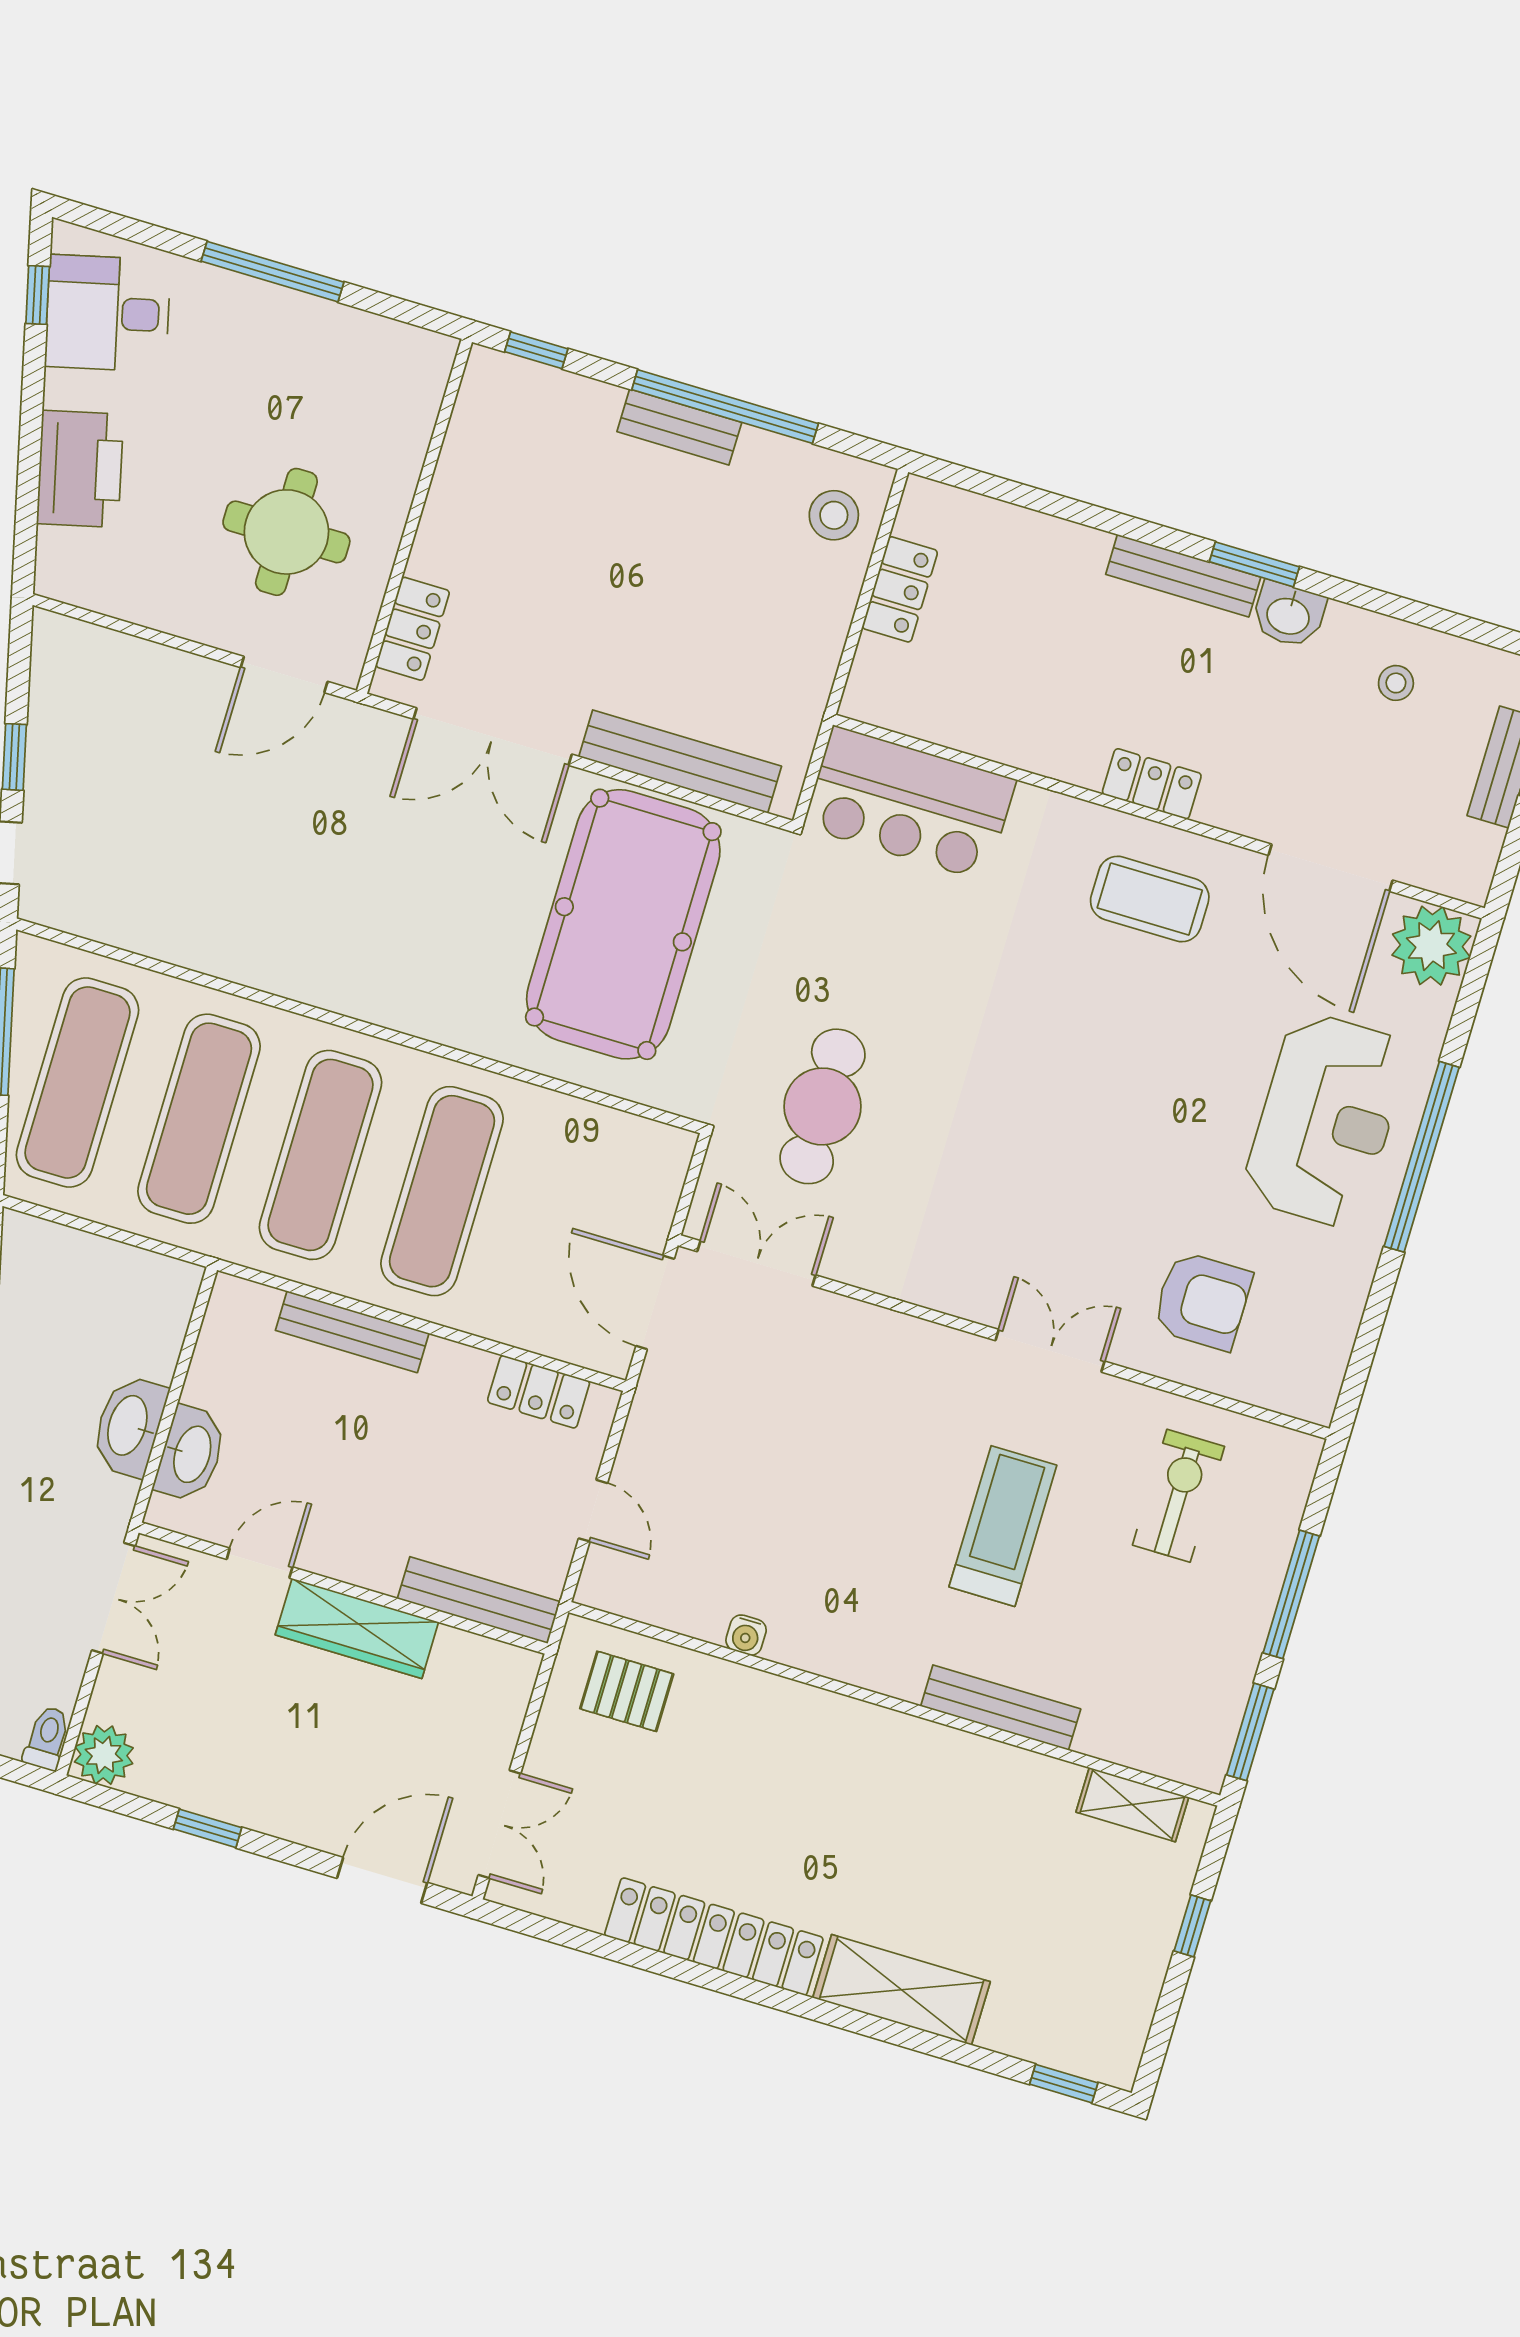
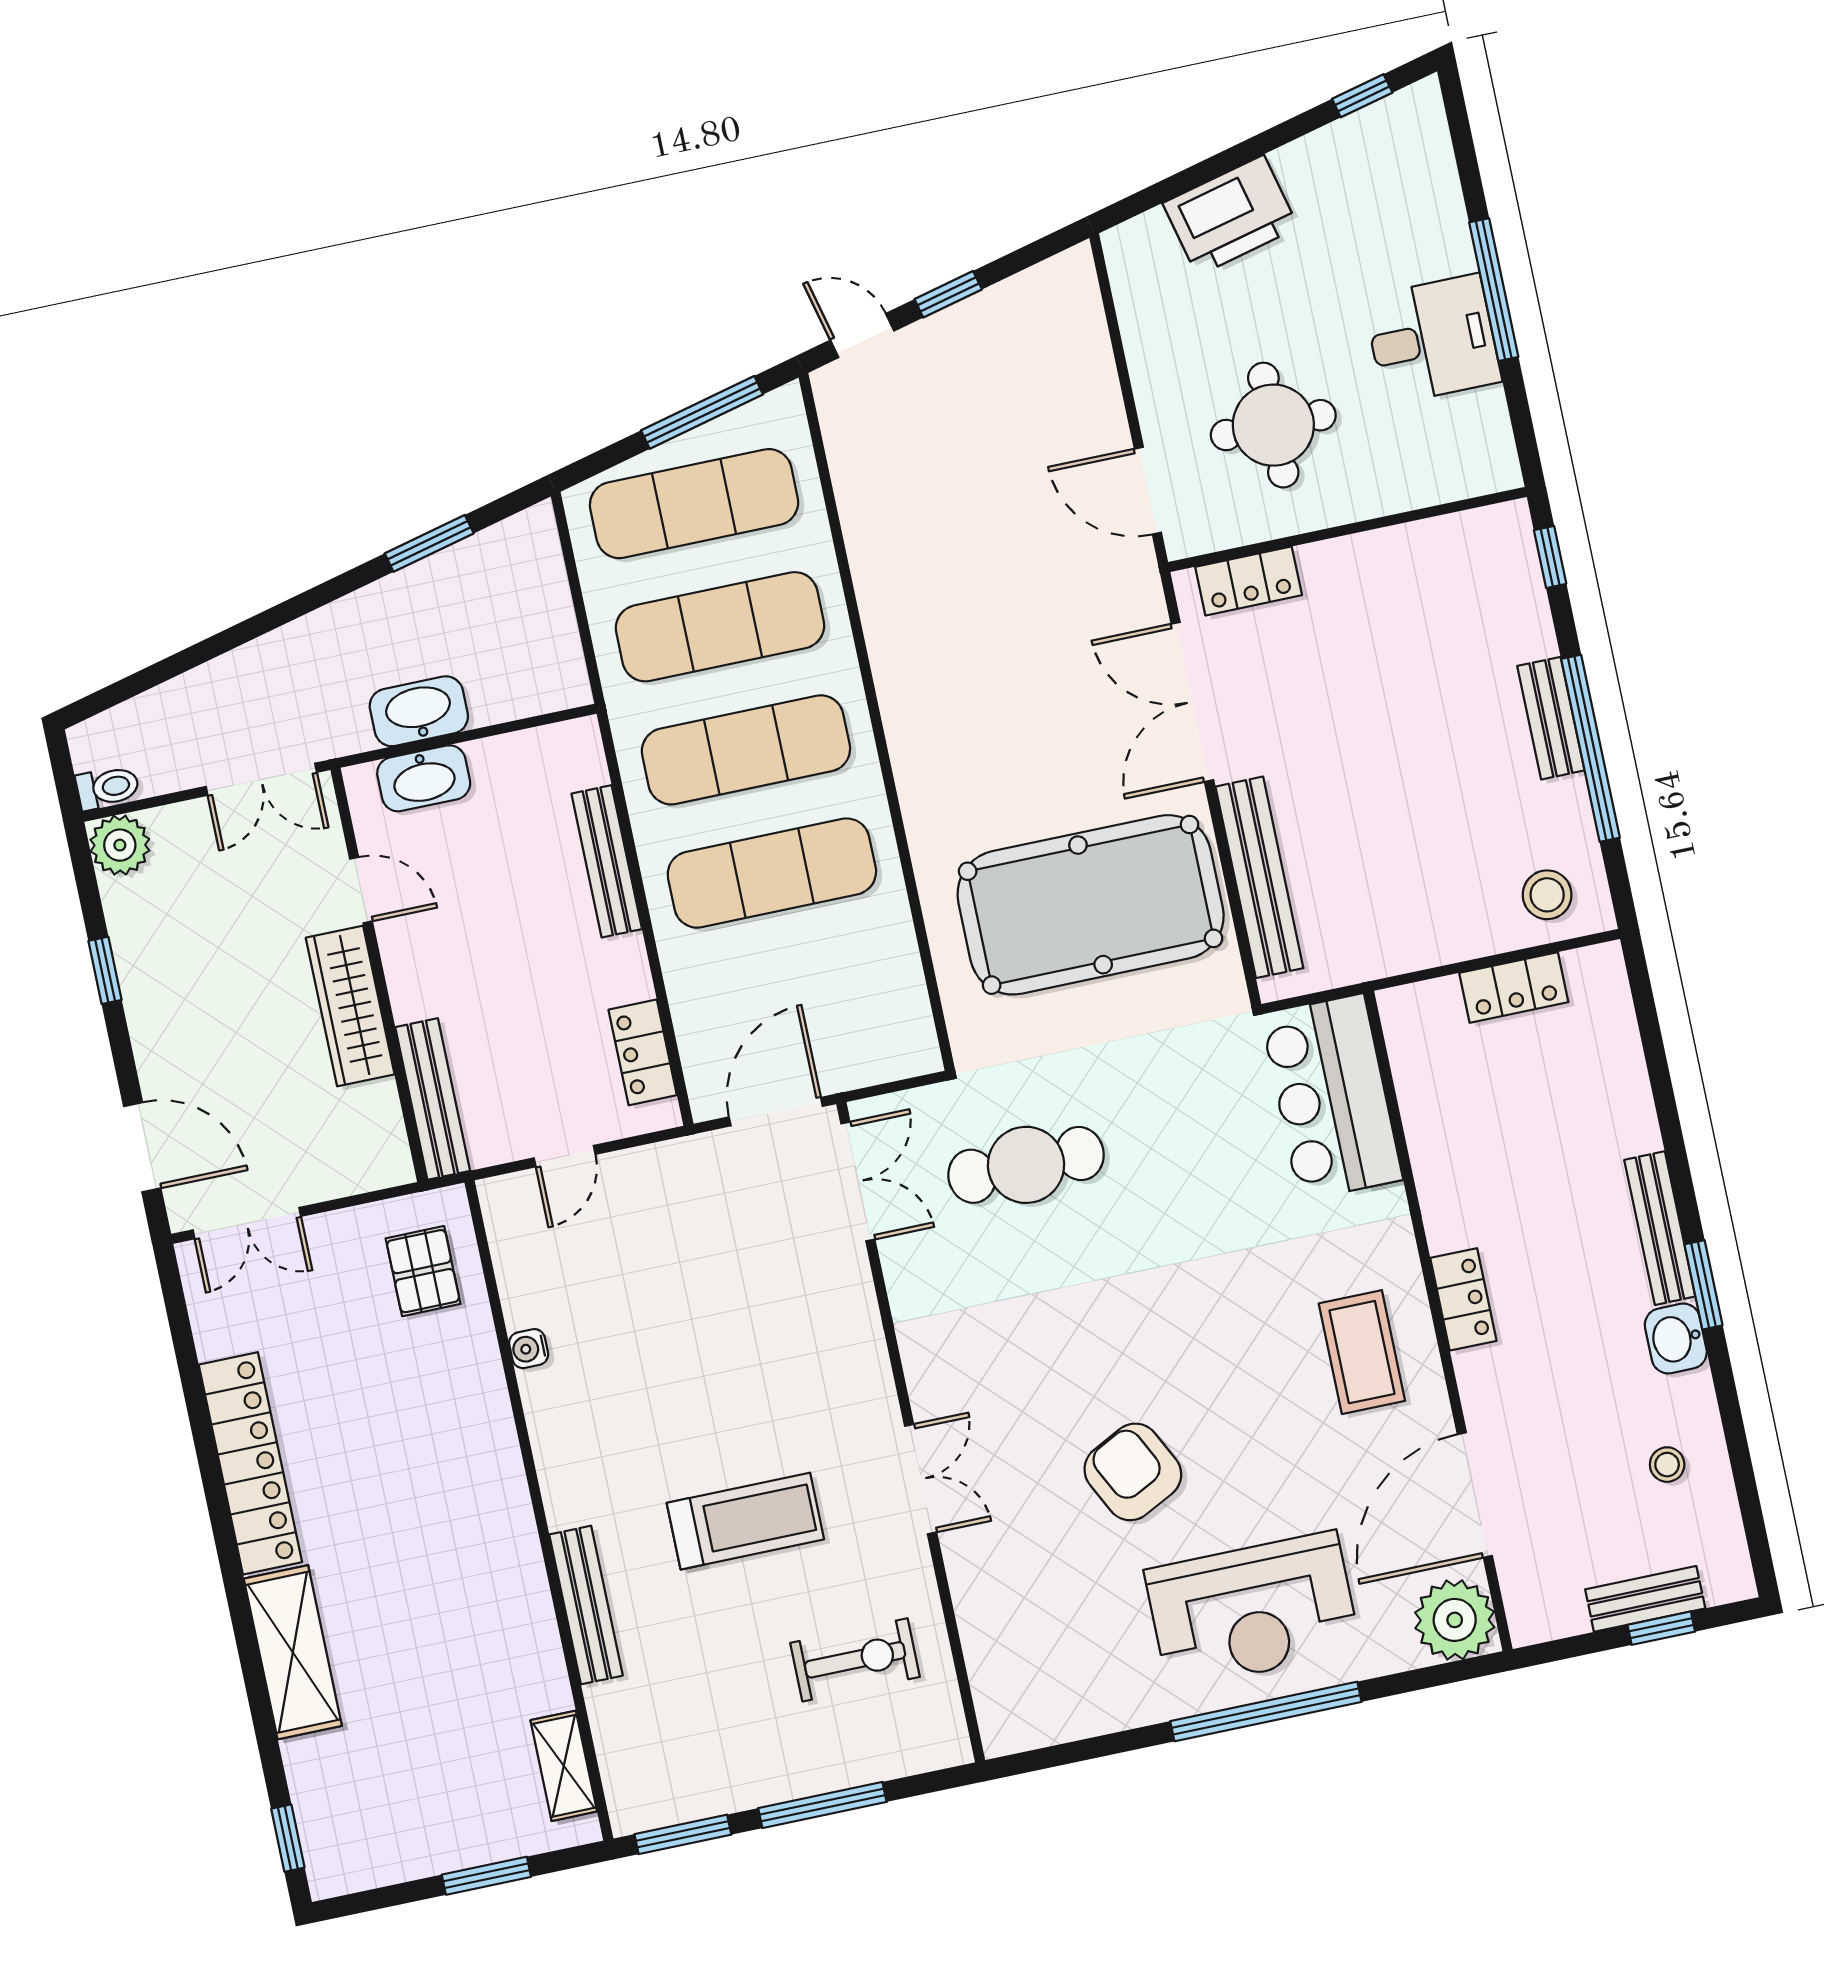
desk: (108, 313) -> (1432, 339), moved, turned 104
armchair: (1202, 1301) -> (1133, 1472), moved, turned 153
window: (1192, 1926) -> (486, 1876), width x1.50

